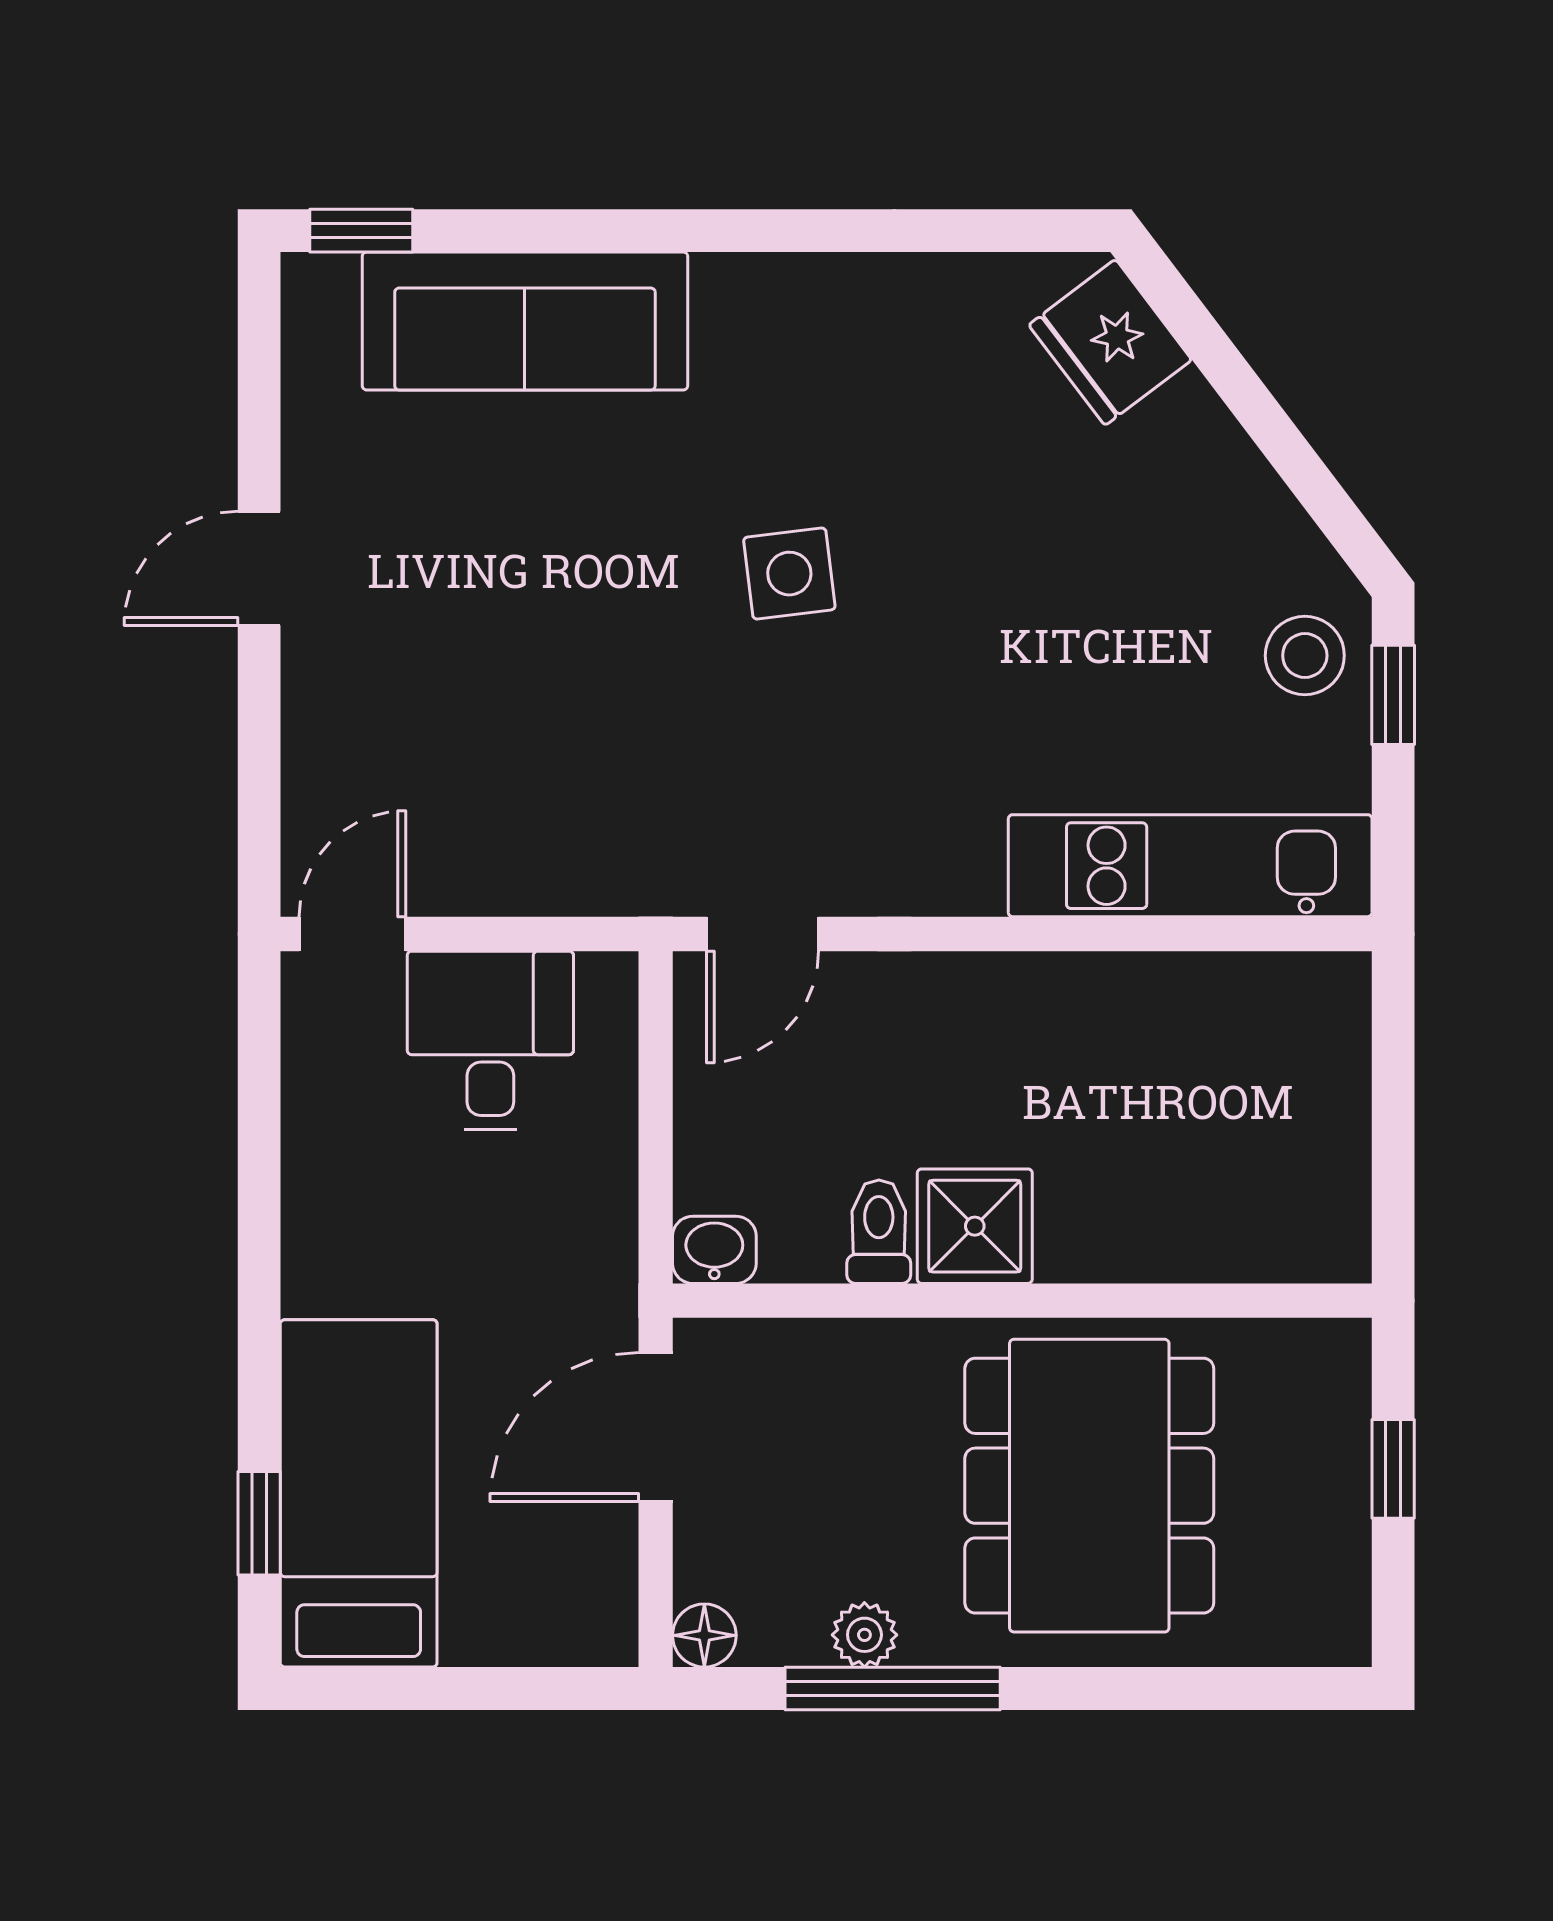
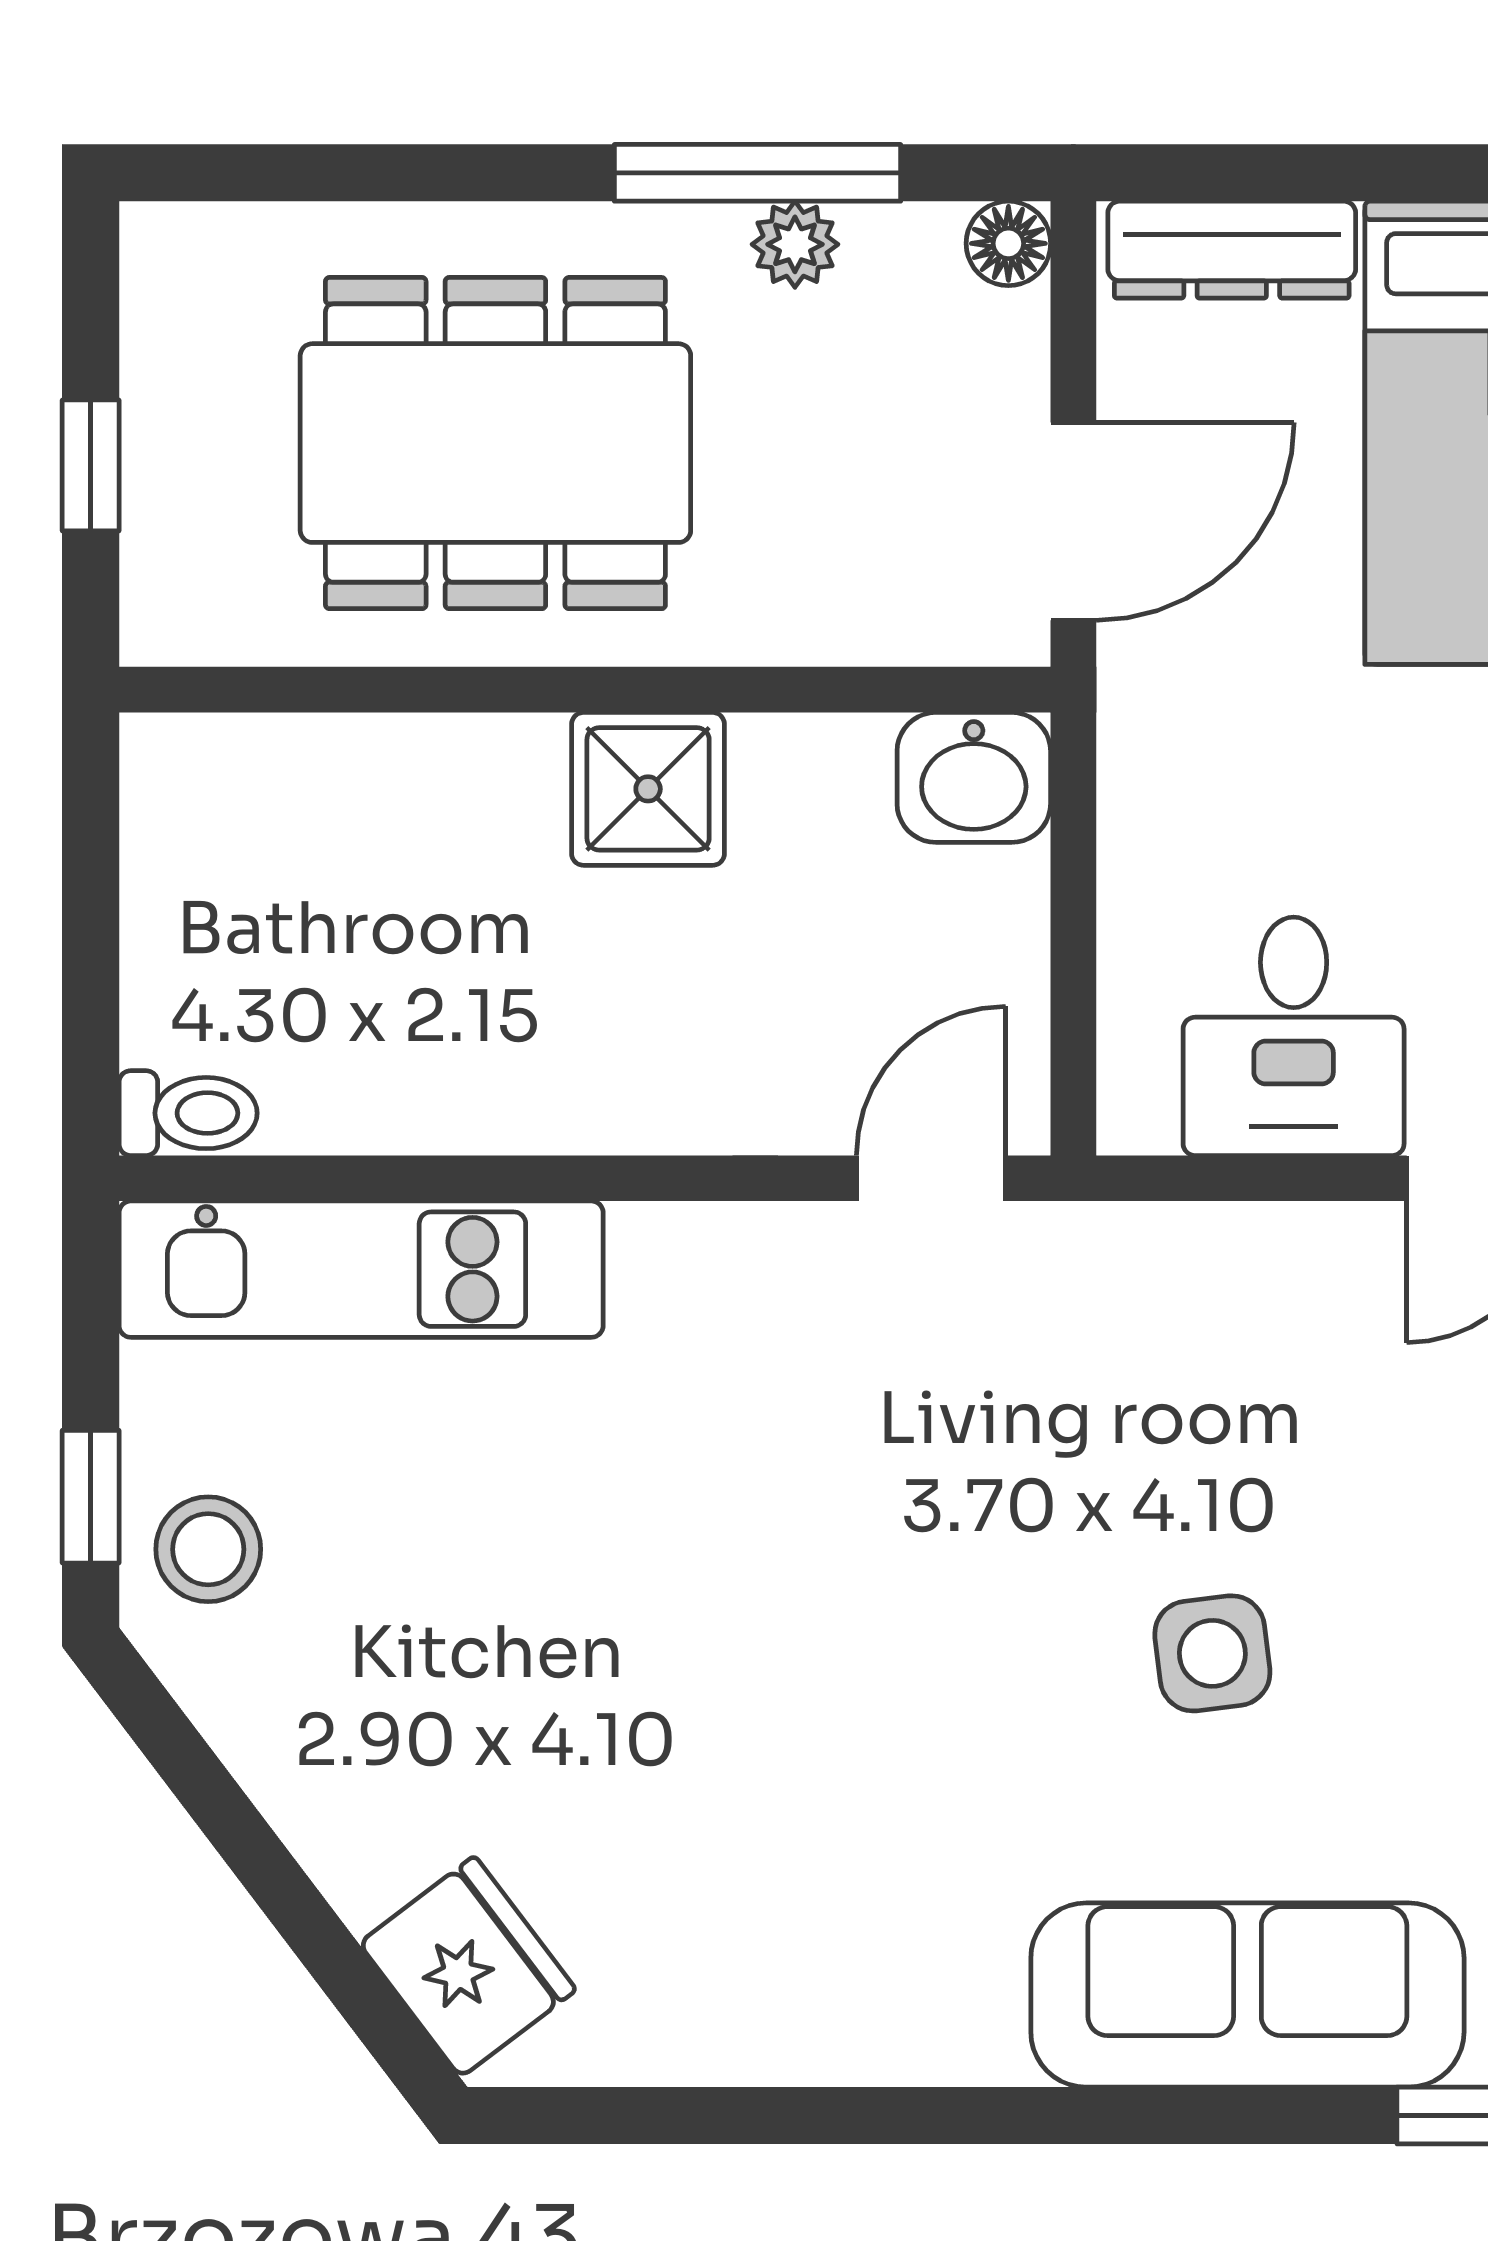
side table: (789, 574) -> (1212, 1653), moved
toilet: (879, 1232) -> (188, 1113), moved, turned -90
washbasin: (714, 1250) -> (974, 777), width x1.38, depth x1.45
dining table: (1089, 1486) -> (495, 443), turned 90
dresser: (537, 1631) -> (1232, 250), added

